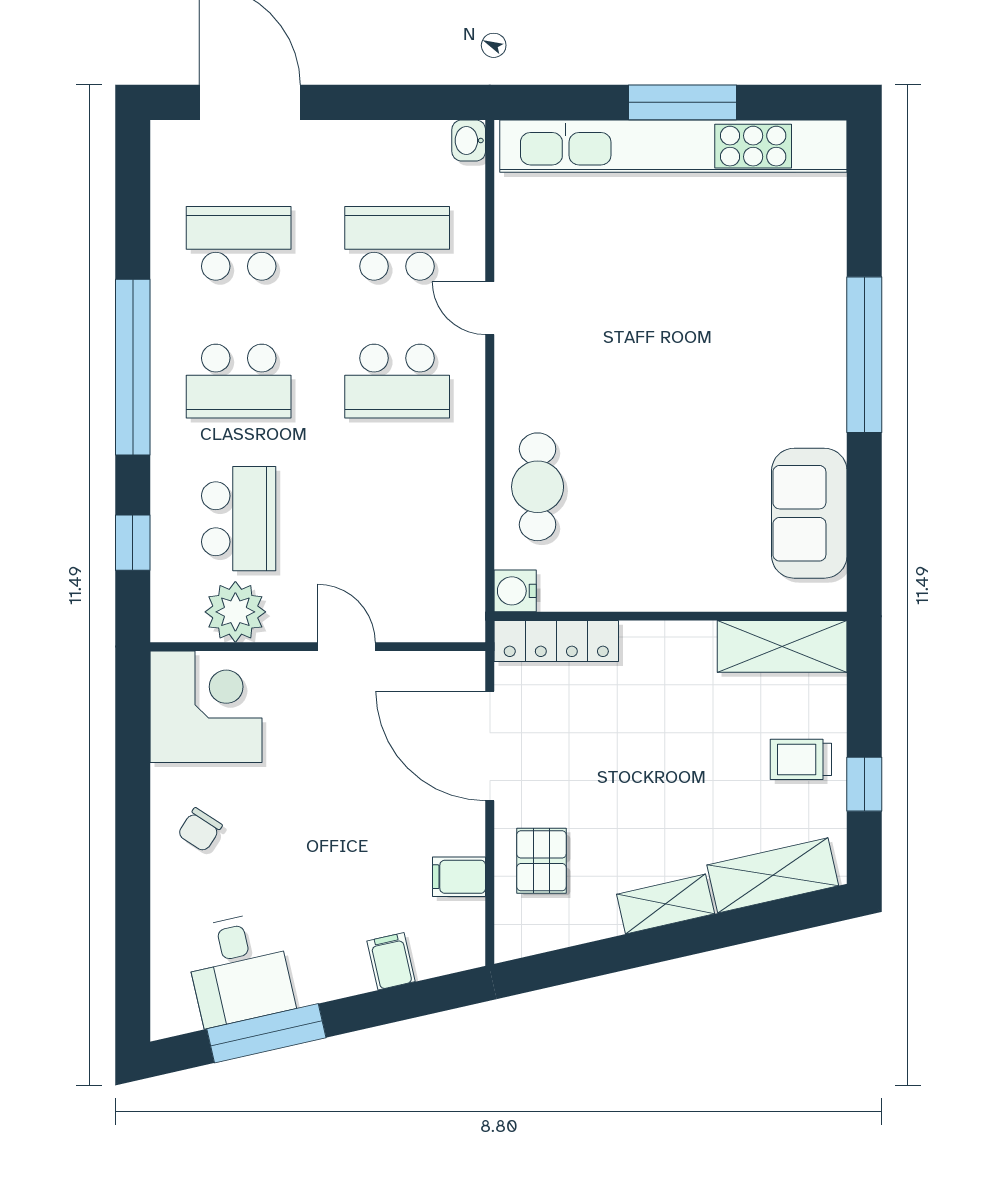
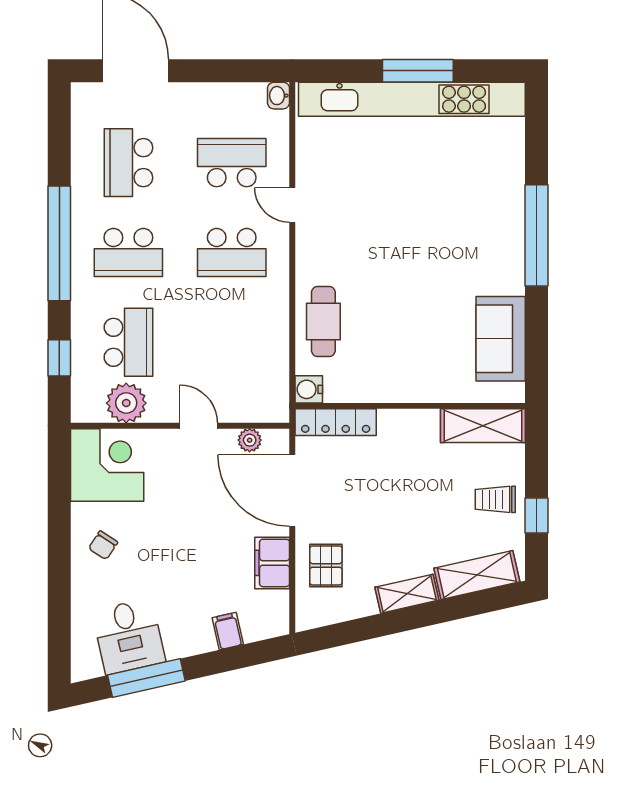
school desk: (239, 243) -> (128, 163), turned -90
plant: (425, 669) -> (250, 440), added
filing cabinet: (459, 877) -> (272, 563), width x2.00

